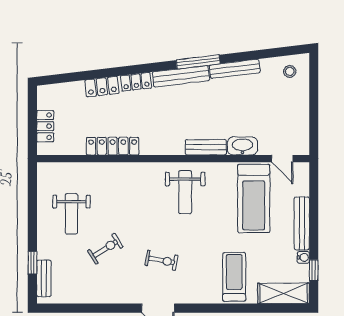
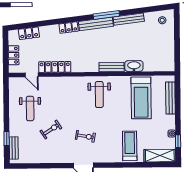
locker: (102, 87) -> (29, 33), moved
door: (282, 159) -> (32, 75), moved
bench: (302, 223) -> (170, 98), moved

